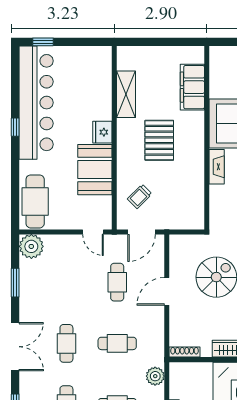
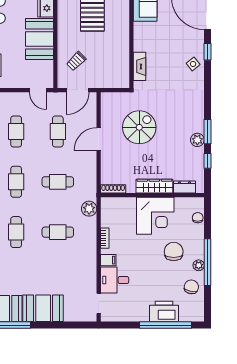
fireplace: (217, 167) -> (139, 66), moved
cafe table: (66, 282) -> (16, 131), added

